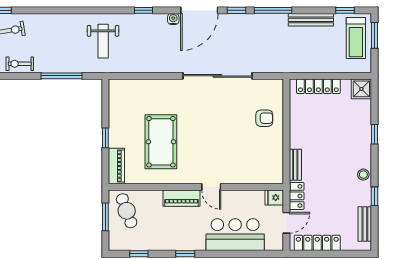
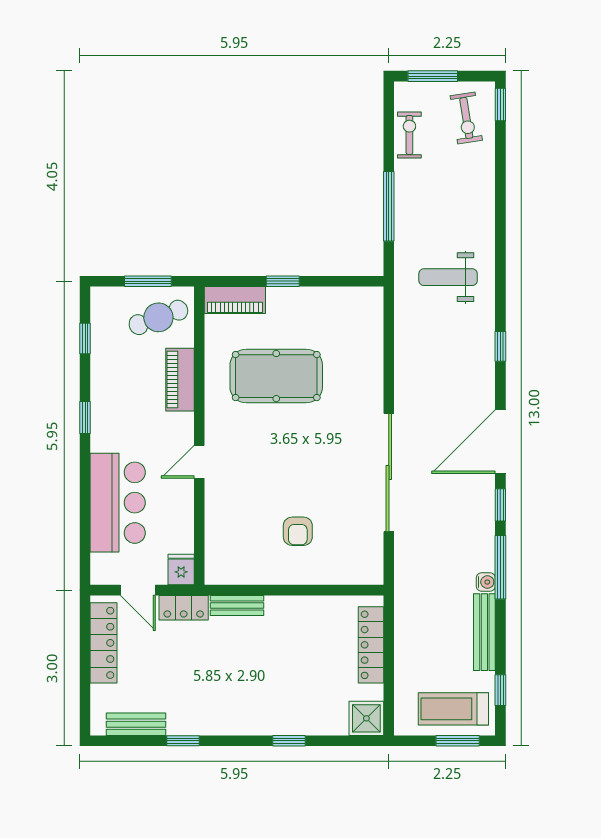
door: (199, 10) -> (500, 442), hinge flipped
water cooler: (173, 19) -> (486, 582), moved
armchair: (264, 118) -> (298, 531), moved
stool: (363, 175) -> (220, 722), removed
piano: (181, 198) -> (180, 380), moved

